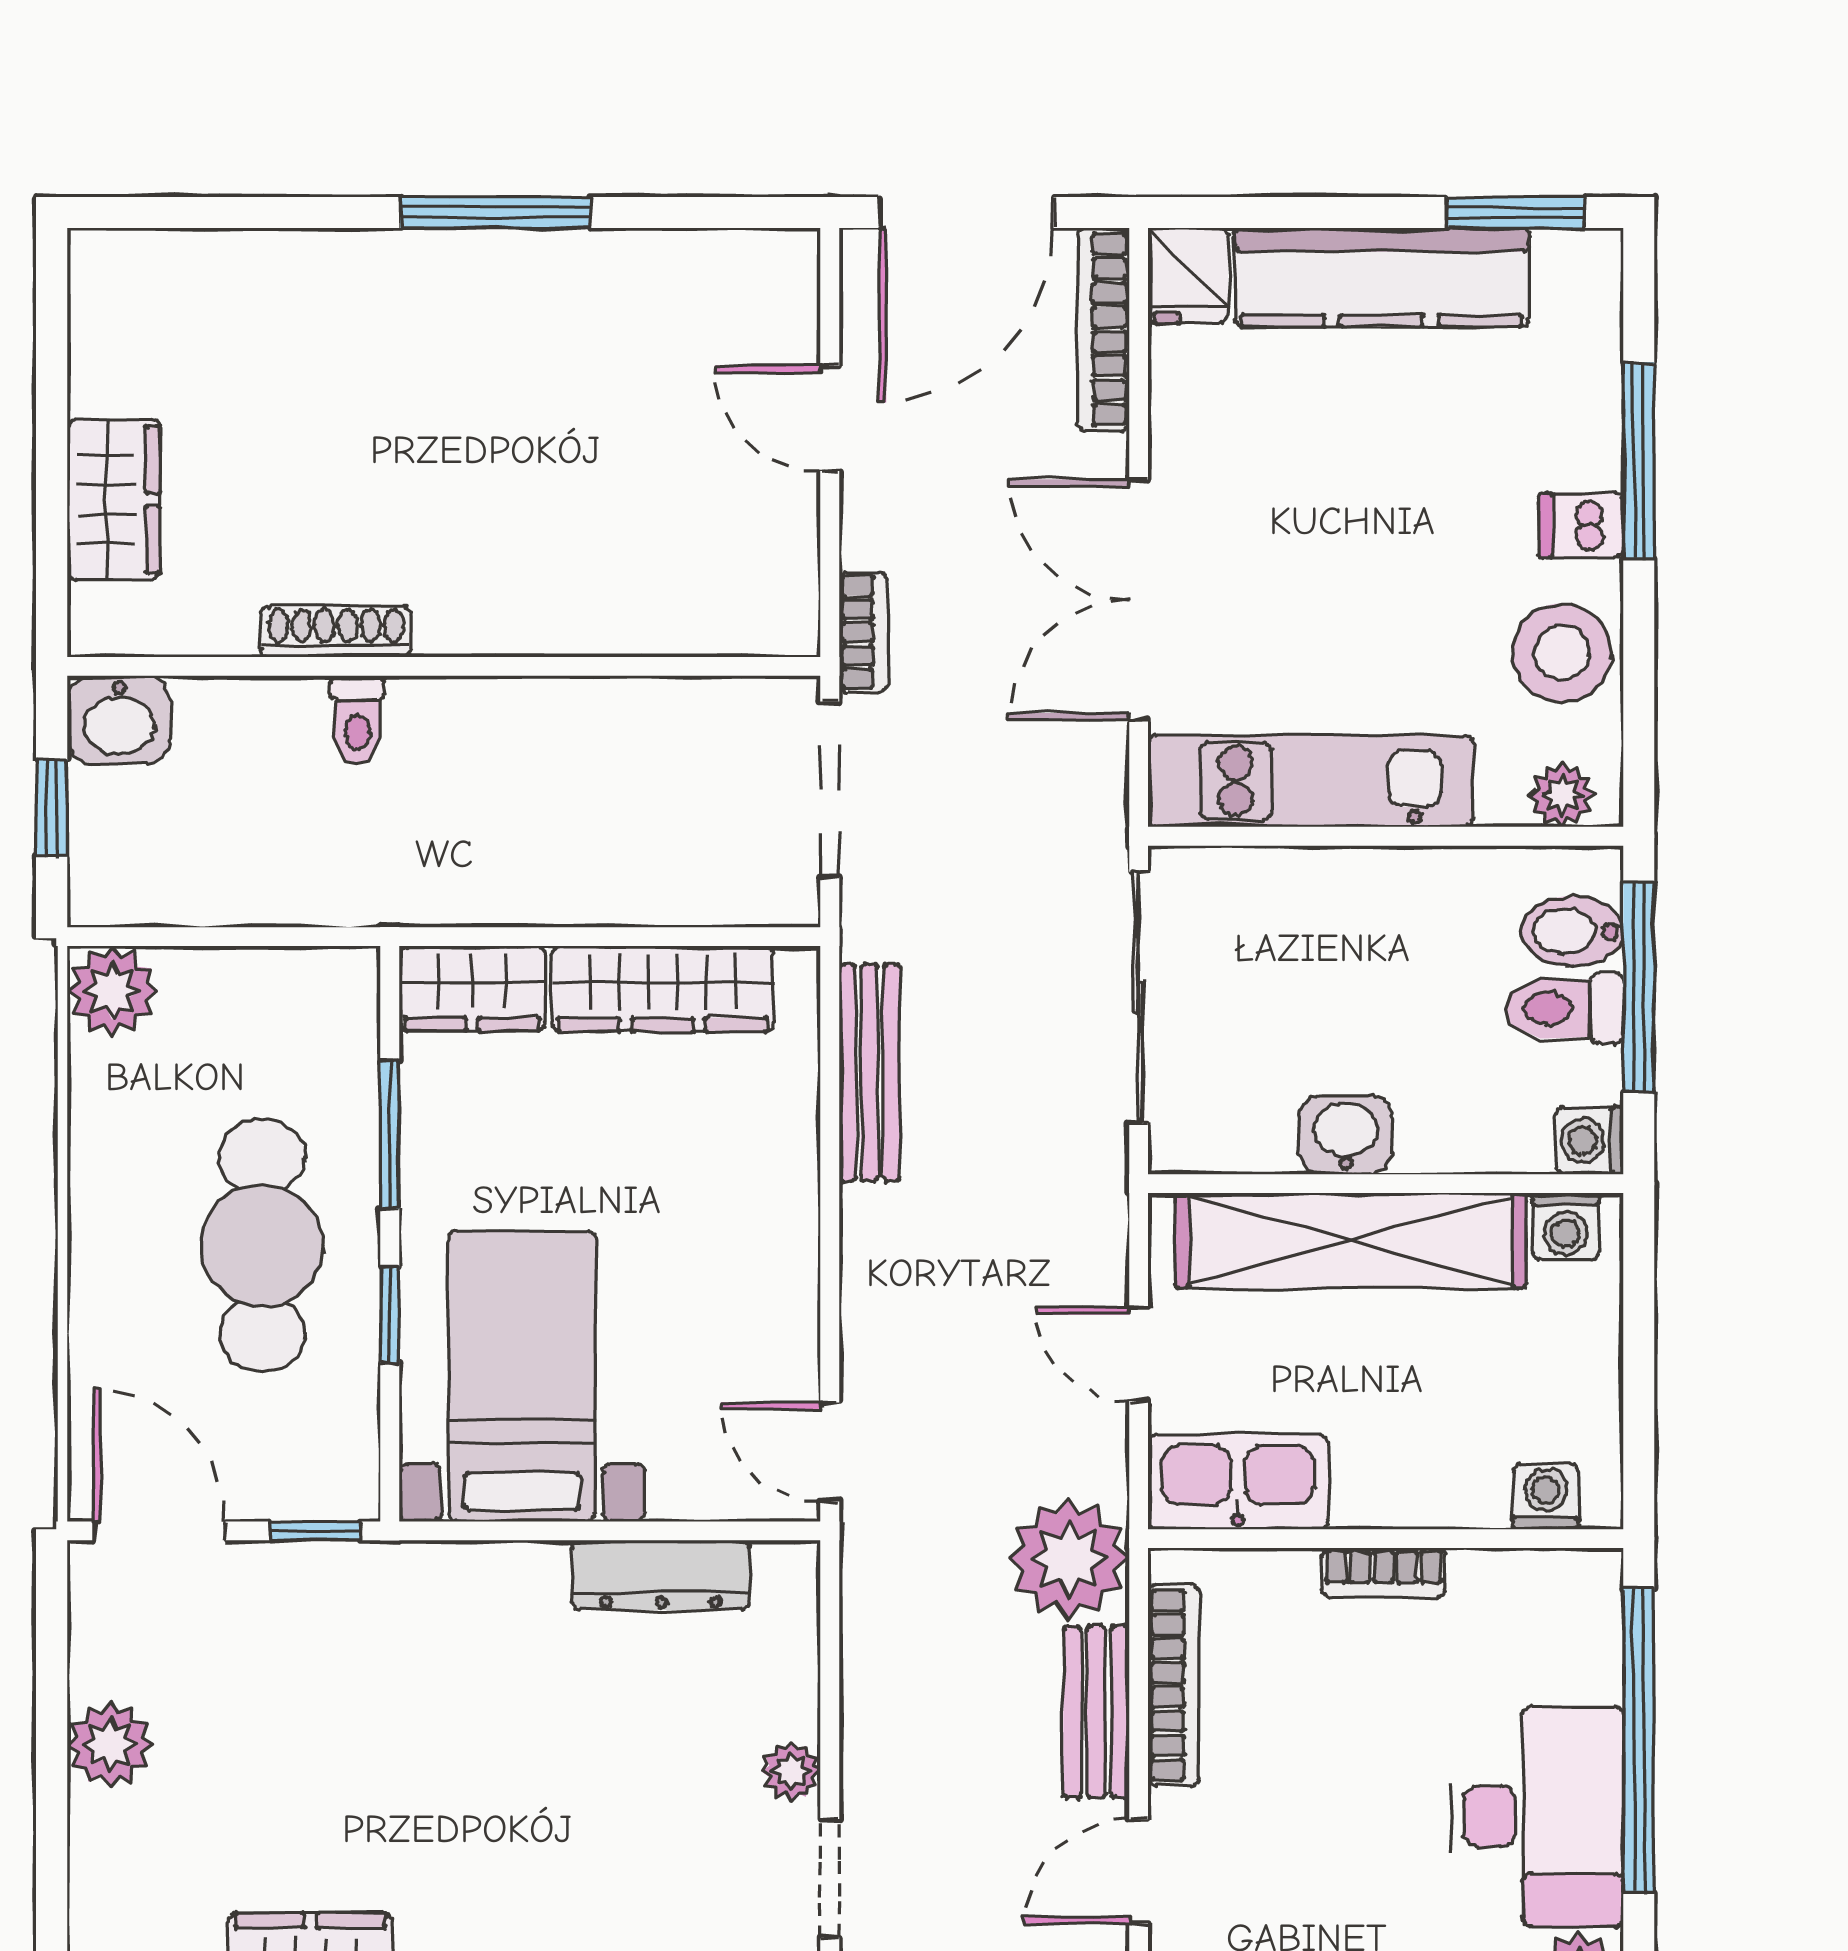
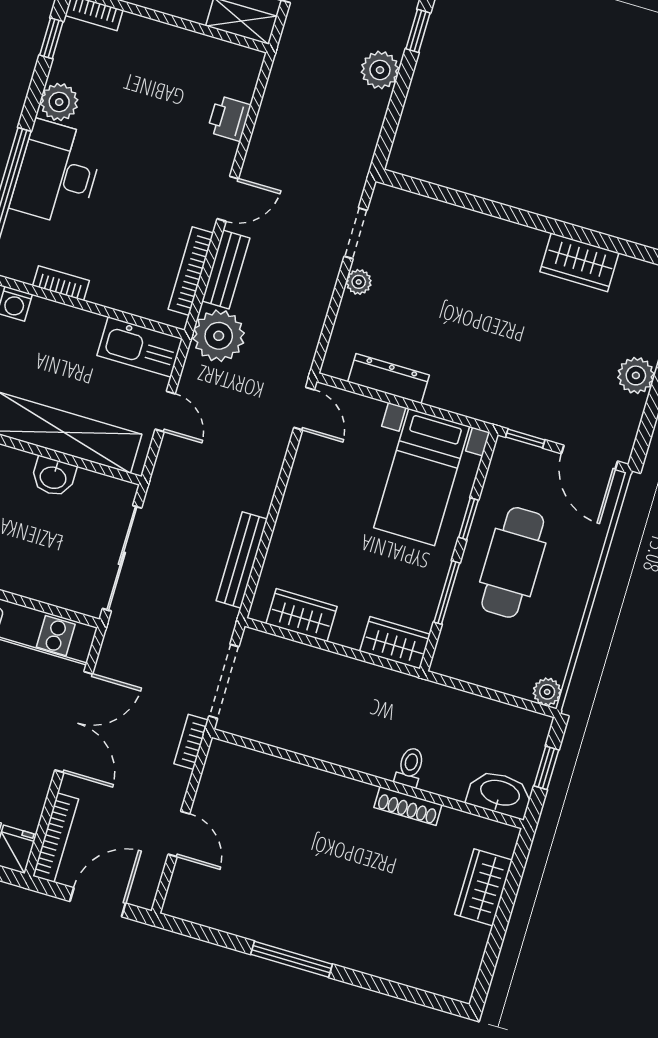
door: (966, 213) -> (98, 902), width x0.73
washbasin: (119, 719) -> (500, 794), width x1.38
wardrobe: (663, 989) -> (302, 615), width x0.67
plant: (112, 991) -> (547, 692), width x0.73, depth x0.73
bookcase: (1383, 1573) -> (61, 283), moved

